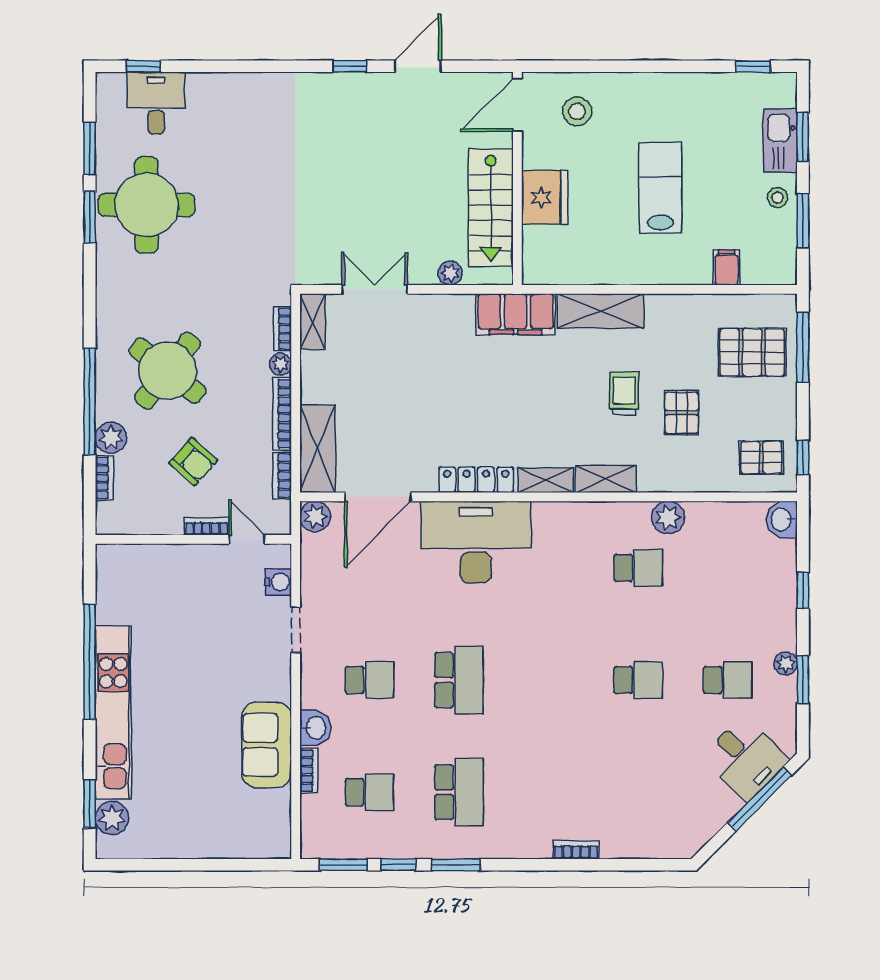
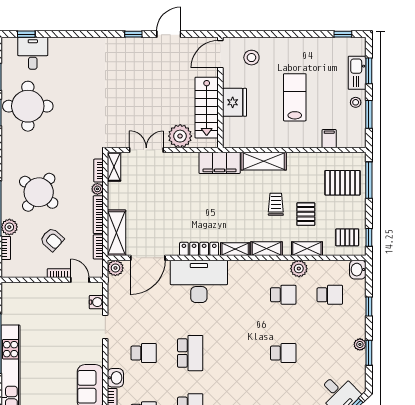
plant: (450, 273) -> (180, 136), width x1.88, depth x1.88
shelving: (684, 479) -> (307, 249), added
school desk: (728, 680) -> (330, 295), moved

